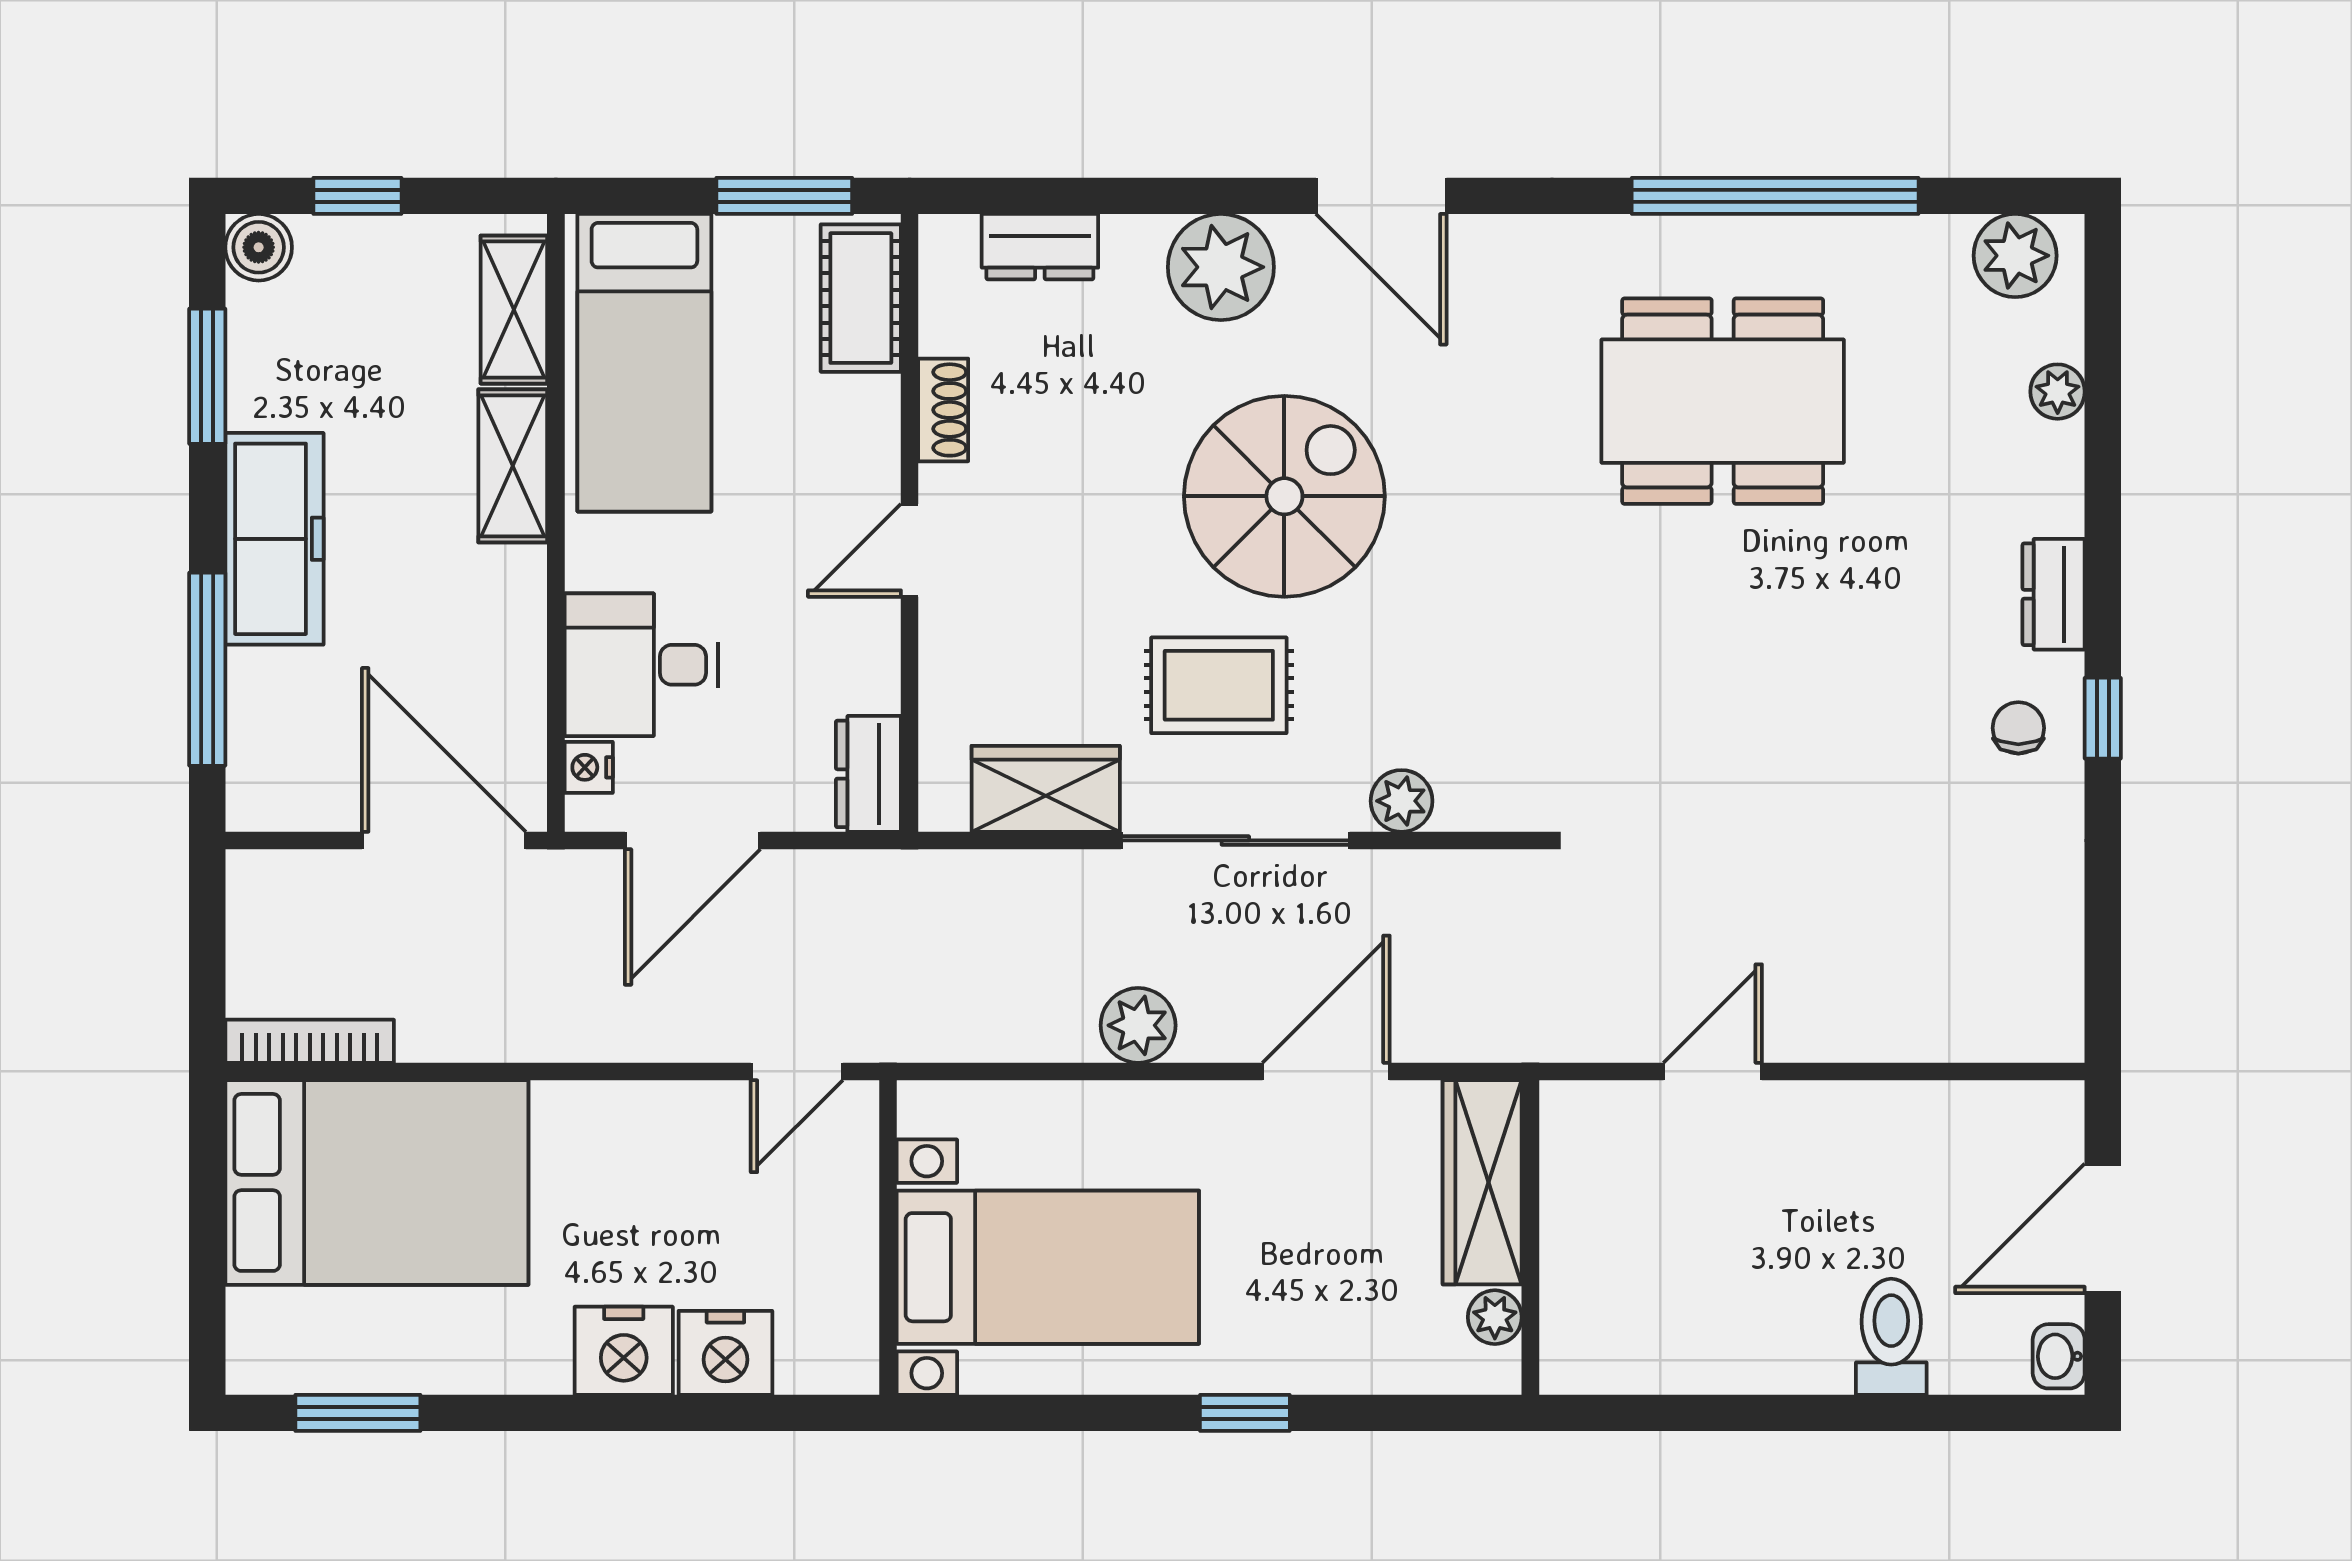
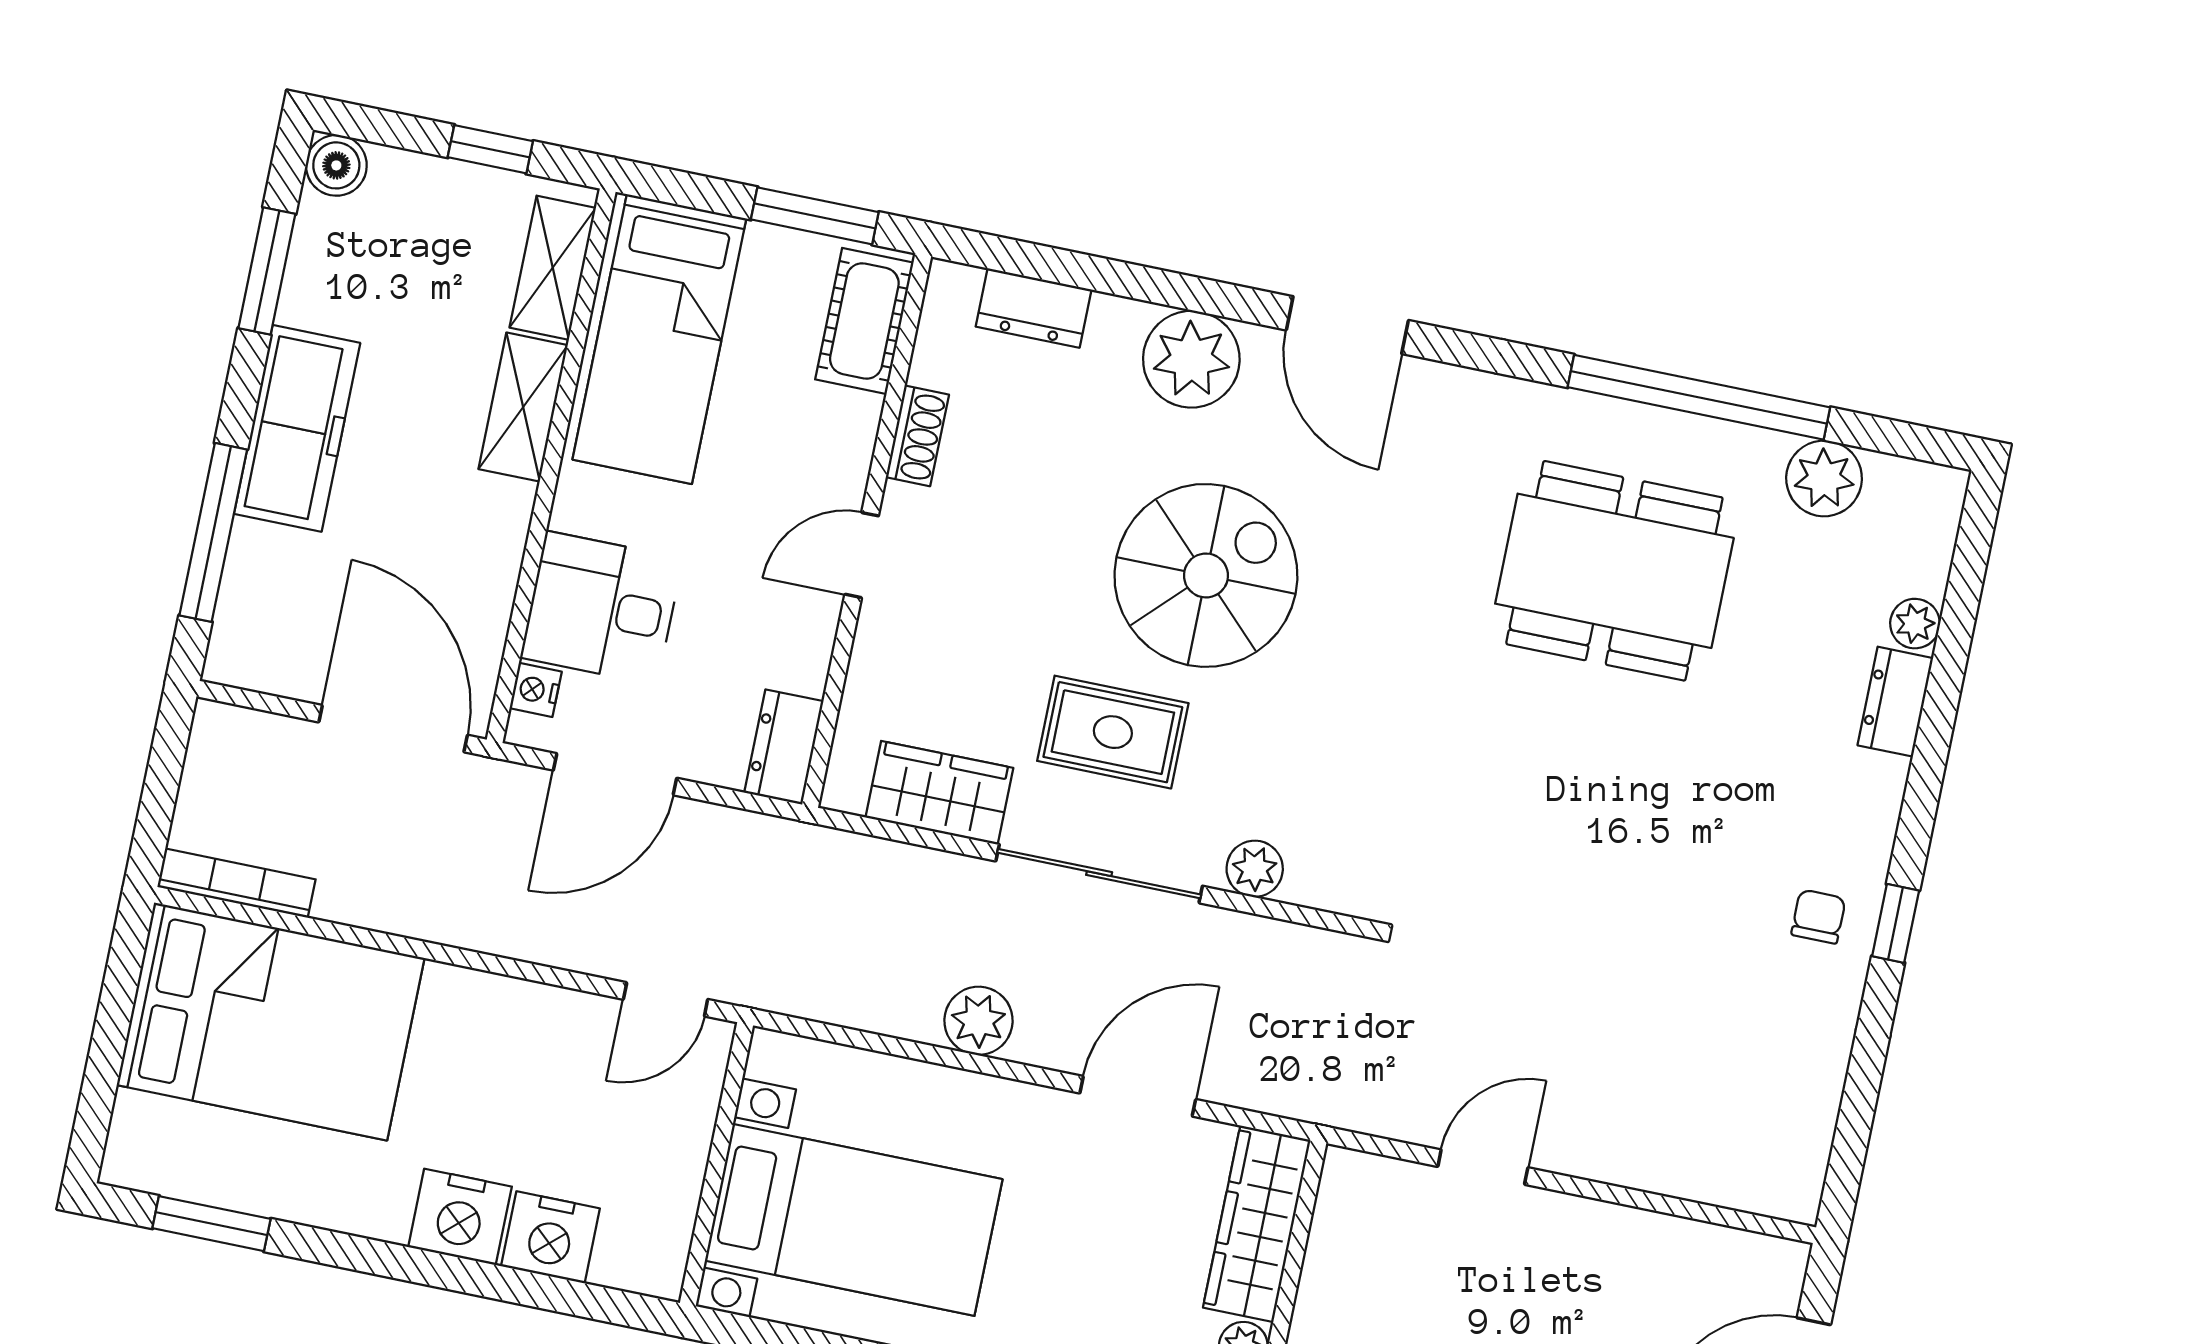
window: (357, 196) -> (490, 149), moved
plant: (2015, 256) -> (1824, 478), moved
dresser: (2054, 594) -> (1895, 702), moved

